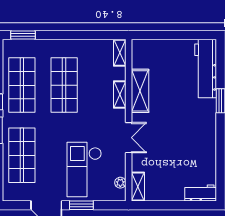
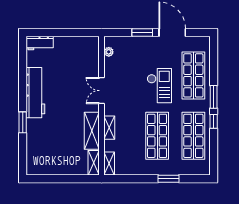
window: (23, 35) -> (169, 179), moved
workbench: (206, 69) -> (35, 93), moved
checkout: (84, 169) -> (159, 86), moved, width x0.73, depth x0.83
shelving: (138, 187) -> (94, 163), moved

